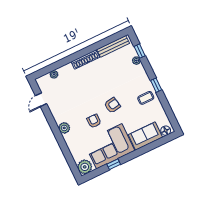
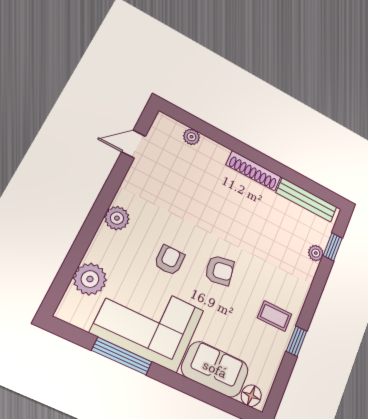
window: (156, 85) -> (297, 341), moved
window: (114, 164) -> (122, 356), width x2.17
plant: (85, 167) -> (90, 279), moved

